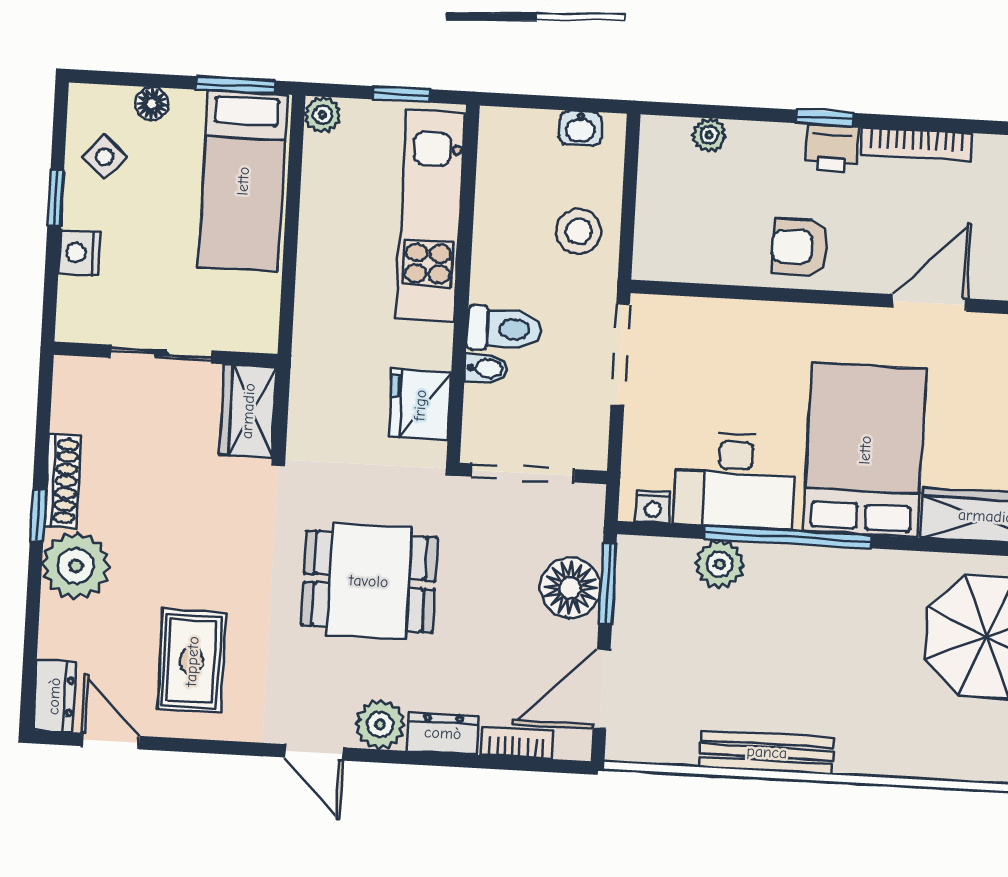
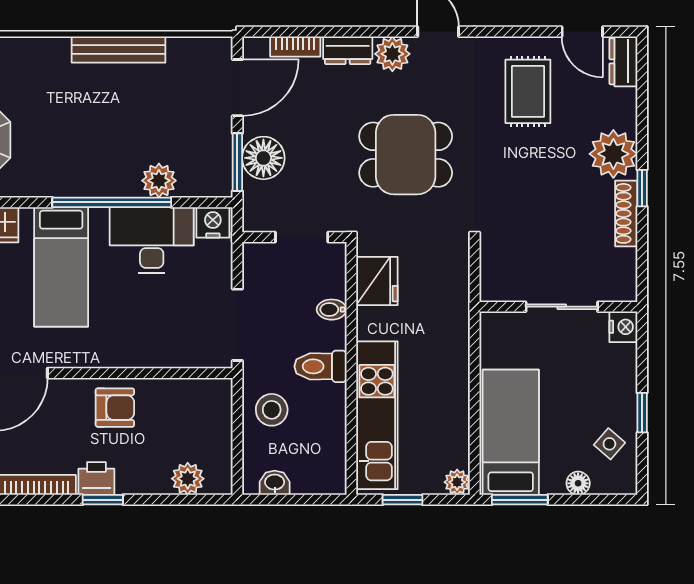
plant: (709, 135) -> (188, 479), width x1.38, depth x1.38
nightstand: (79, 253) -> (623, 327), moved
toilet: (504, 329) -> (320, 366), moved
wardrobe: (248, 411) -> (498, 270), removed
bed: (865, 450) -> (61, 267), width x0.67
doorway: (523, 473) -> (302, 237), width x0.73
nightstand: (653, 507) -> (213, 222), width x1.39, depth x1.35

